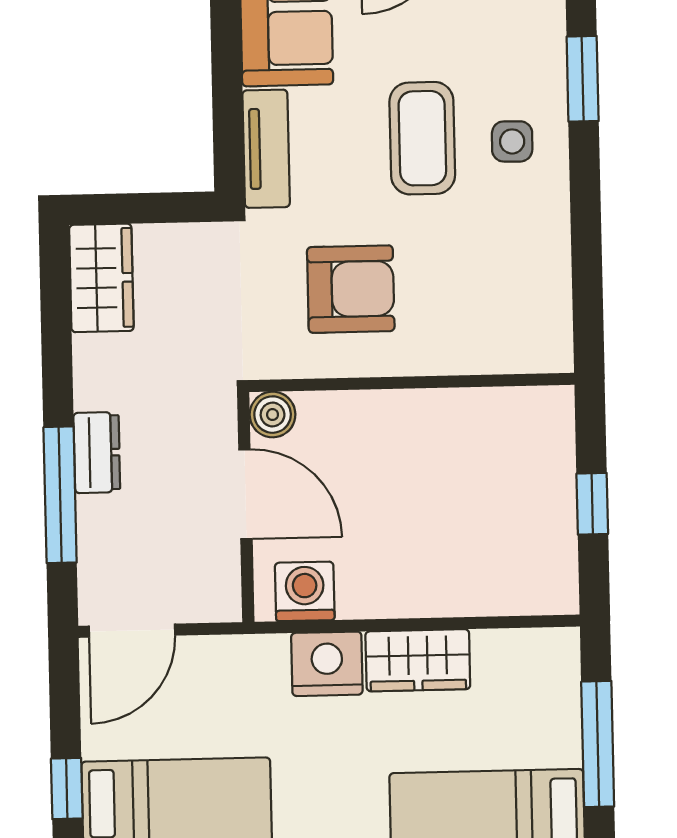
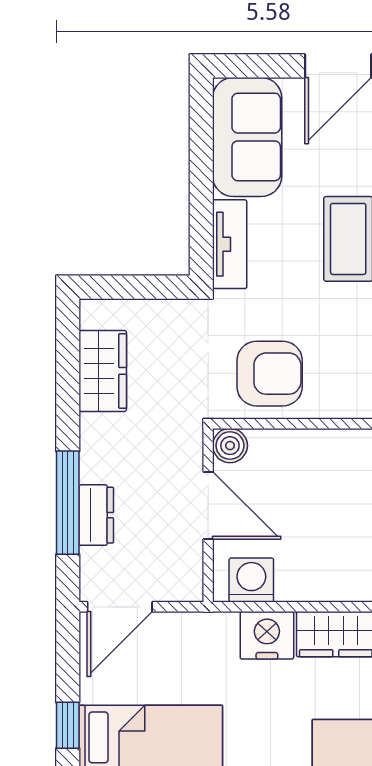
wardrobe: (101, 278) -> (103, 371), moved
armchair: (351, 289) -> (270, 374), moved
dresser: (97, 453) -> (96, 515), moved

